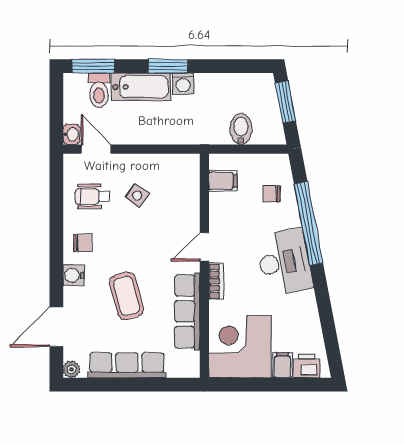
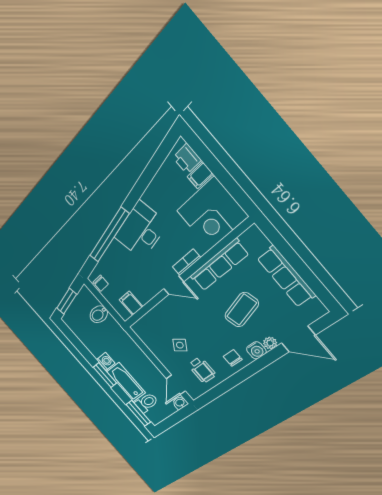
chair: (272, 194) -> (101, 283), moved
plant: (71, 369) -> (270, 343), moved

